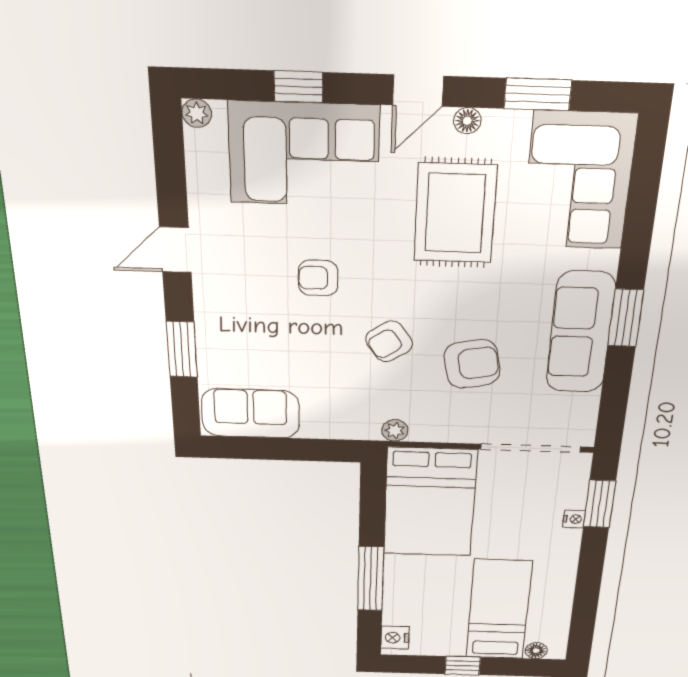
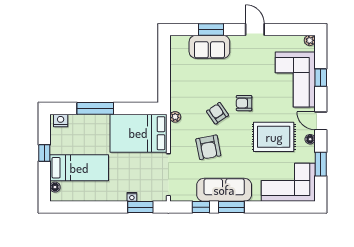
armchair: (318, 278) -> (244, 103), moved, turned -90
window: (616, 384) -> (201, 207), added
sofa: (251, 413) -> (209, 47), moved, turned 90

